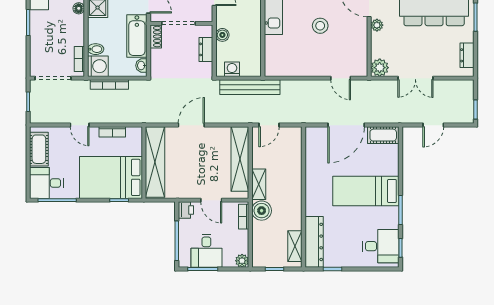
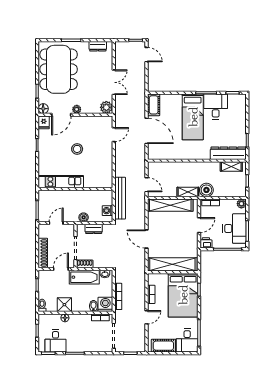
door: (433, 125) -> (147, 55), moved
desk: (381, 246) -> (216, 107), moved
desk: (206, 251) -> (235, 228), width x1.37

